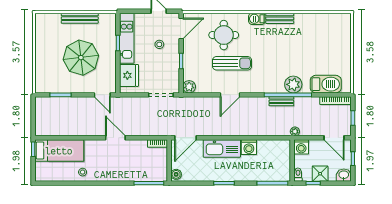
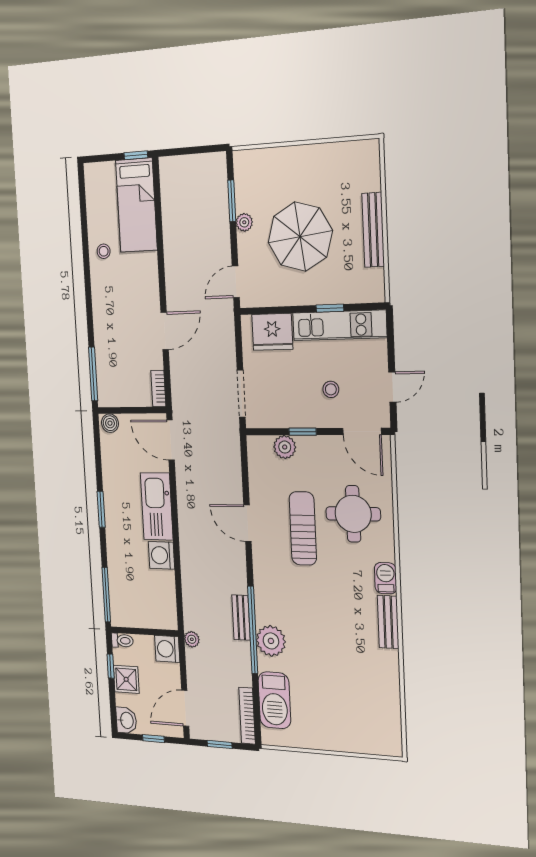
sun lounger: (232, 63) -> (303, 528), turned 180
plant: (189, 87) -> (285, 447), moved
plant: (72, 88) -> (244, 222), added
door: (115, 138) -> (165, 331), moved

